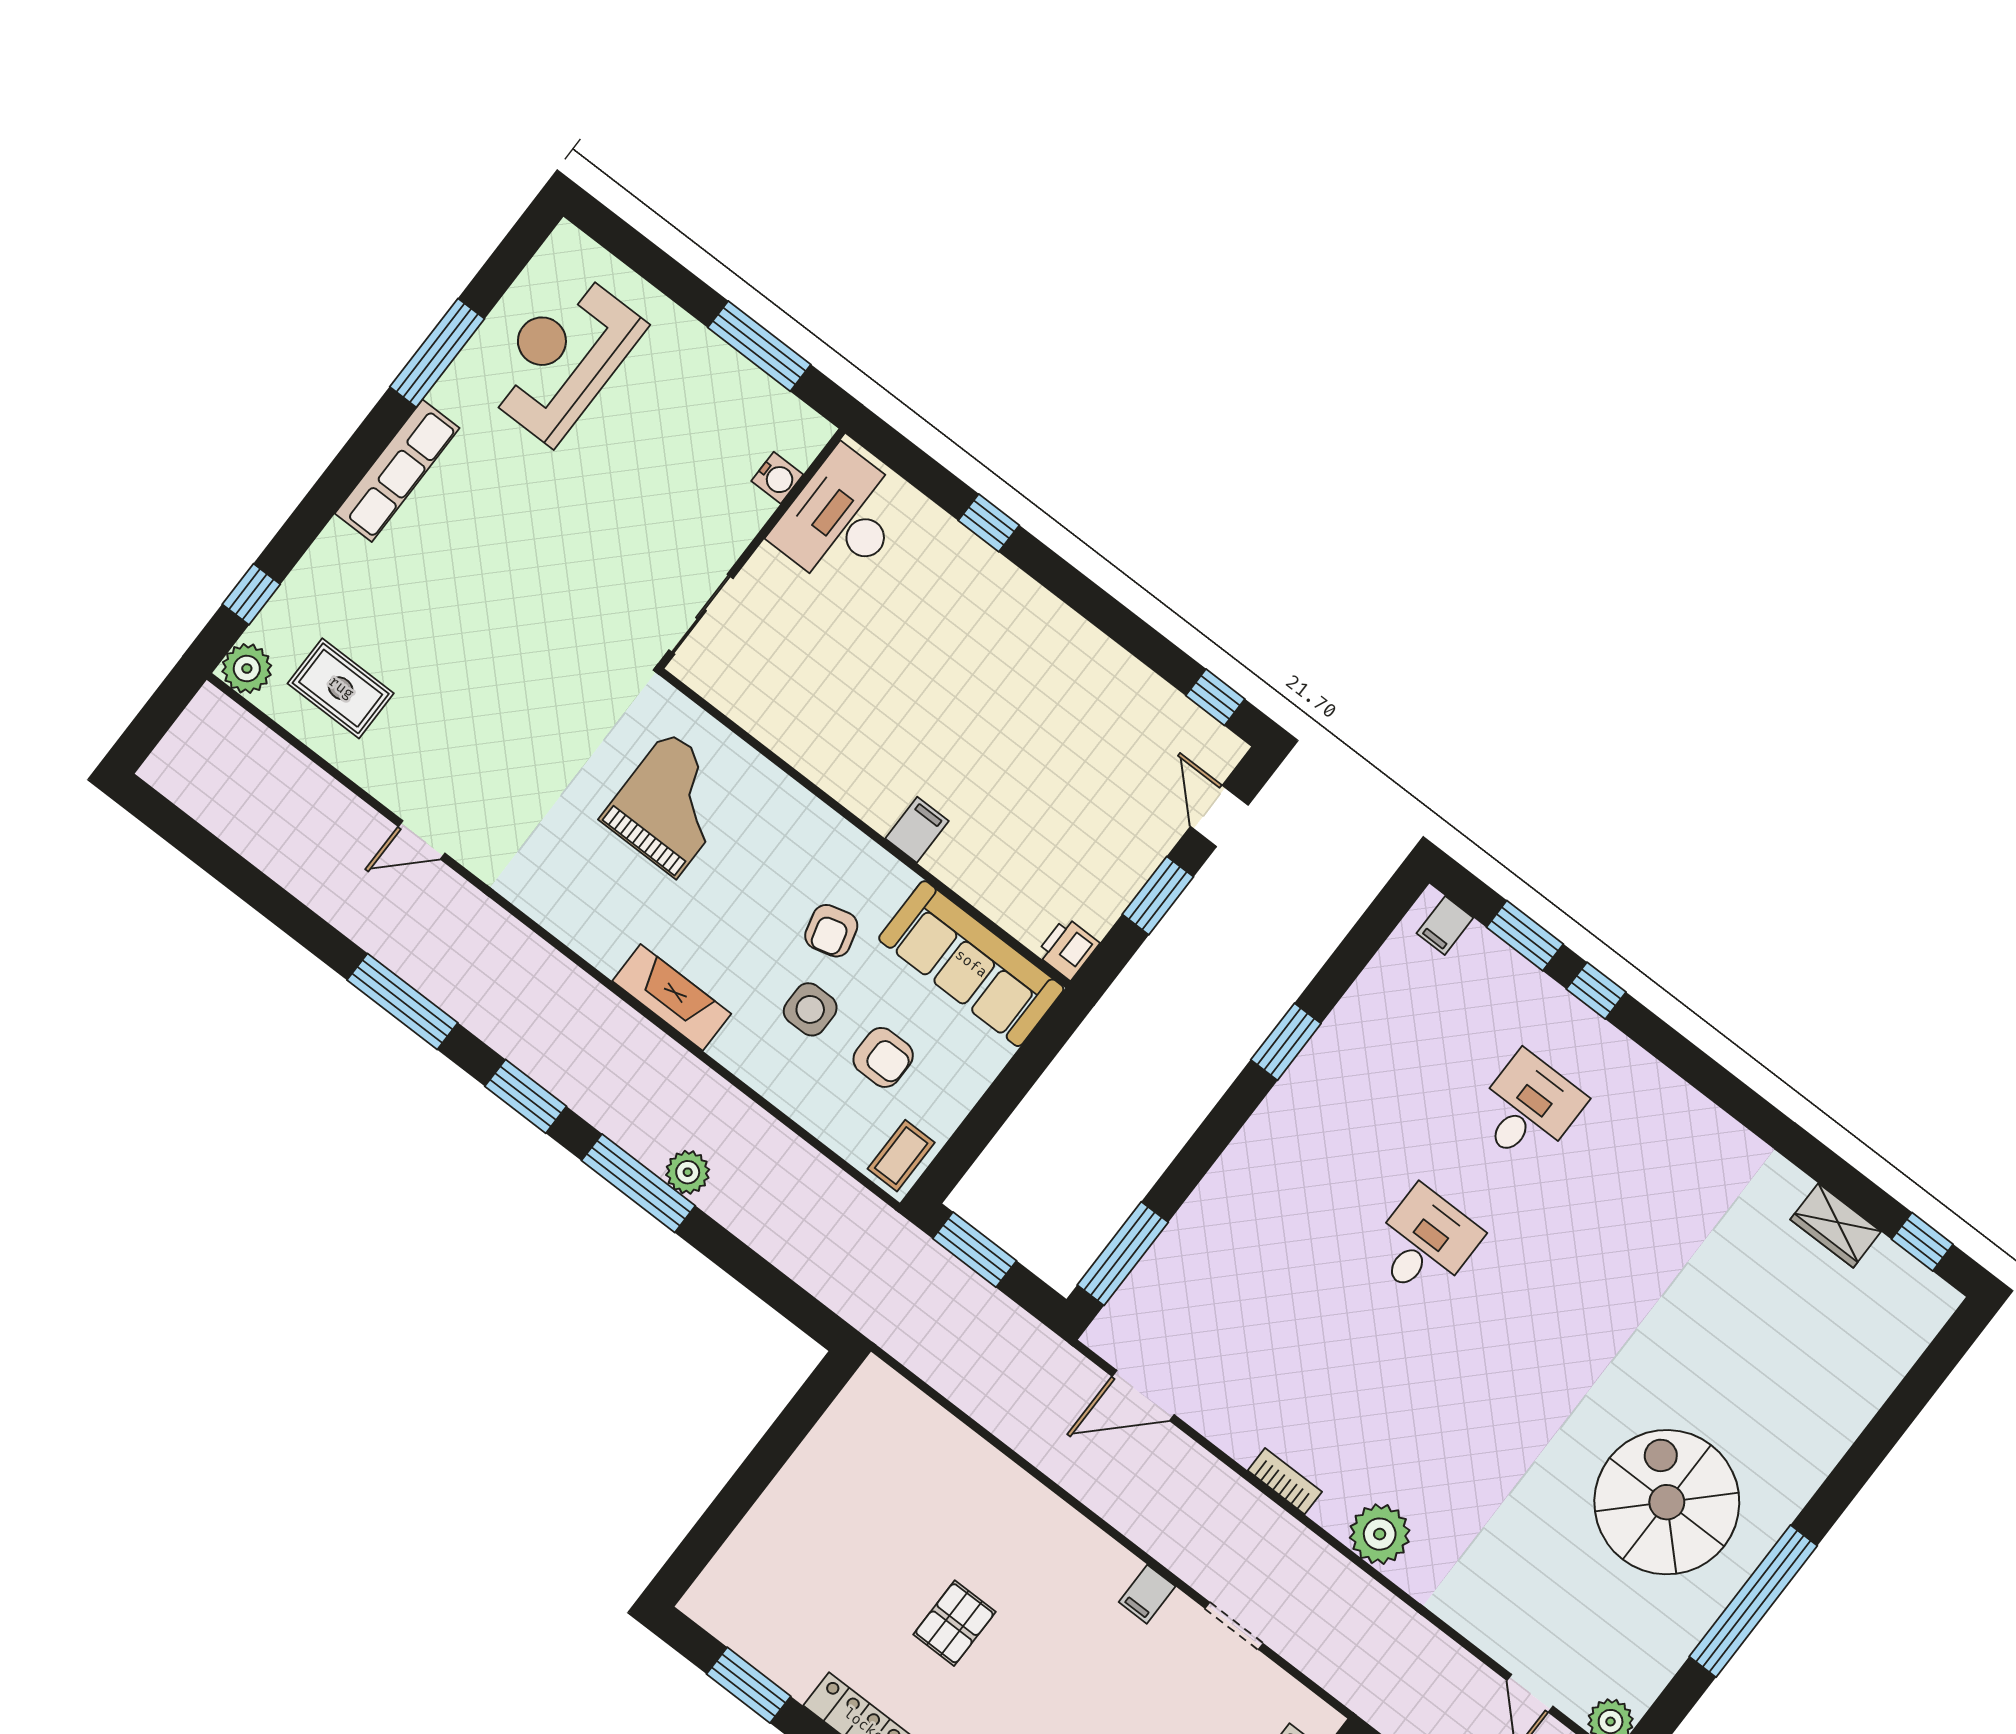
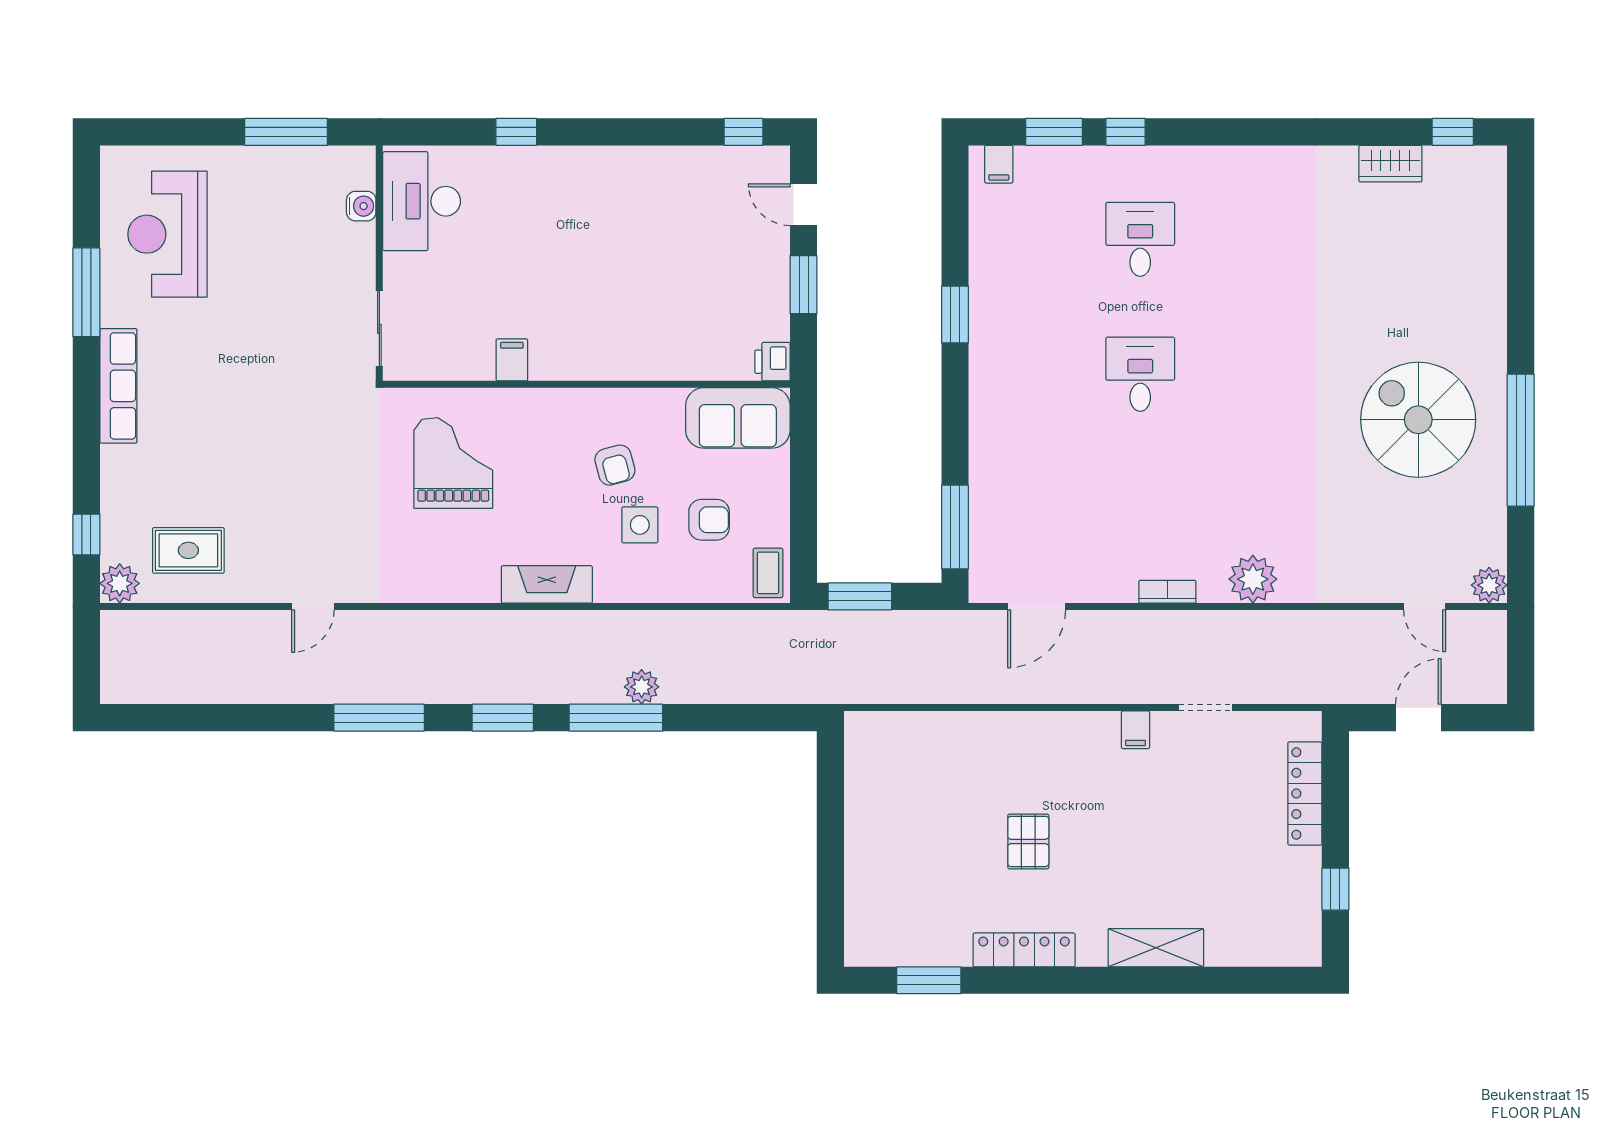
filing cabinet: (917, 830) -> (512, 360), moved
sofa: (971, 964) -> (738, 418), width x0.73

